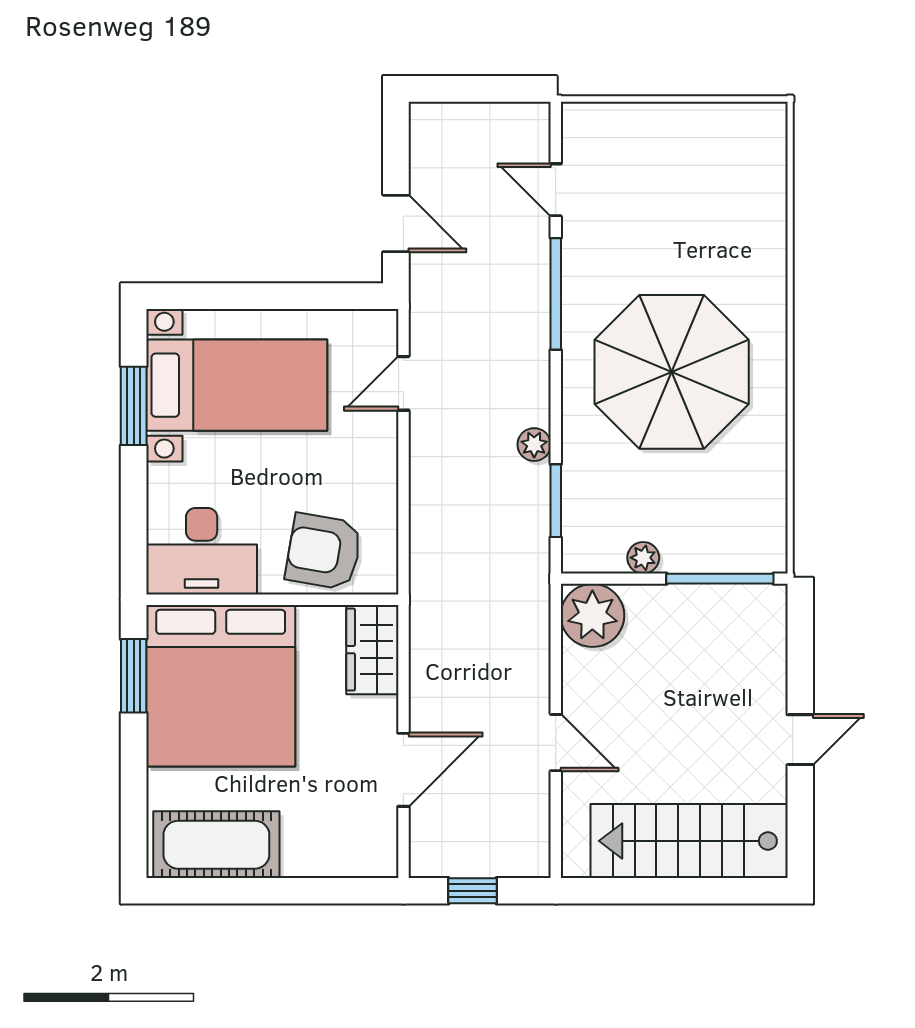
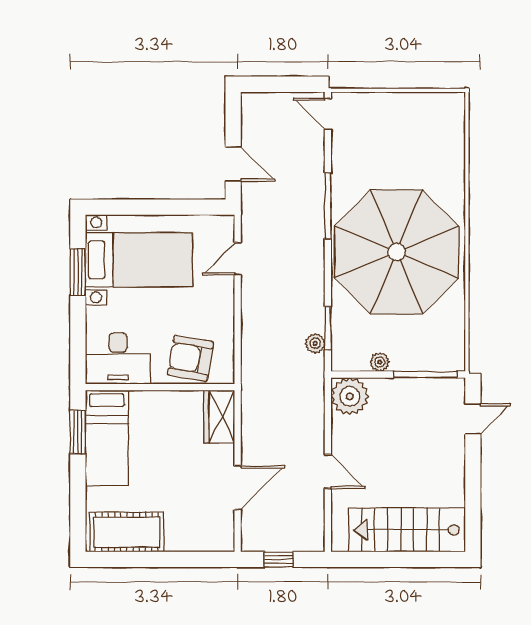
door: (556, 190) -> (328, 114), moved
parasol: (672, 372) -> (397, 252), width x1.36, depth x1.36
plant: (534, 445) -> (315, 343), moved
bed: (221, 686) -> (107, 438), width x0.49
door: (800, 740) -> (473, 419), moved

